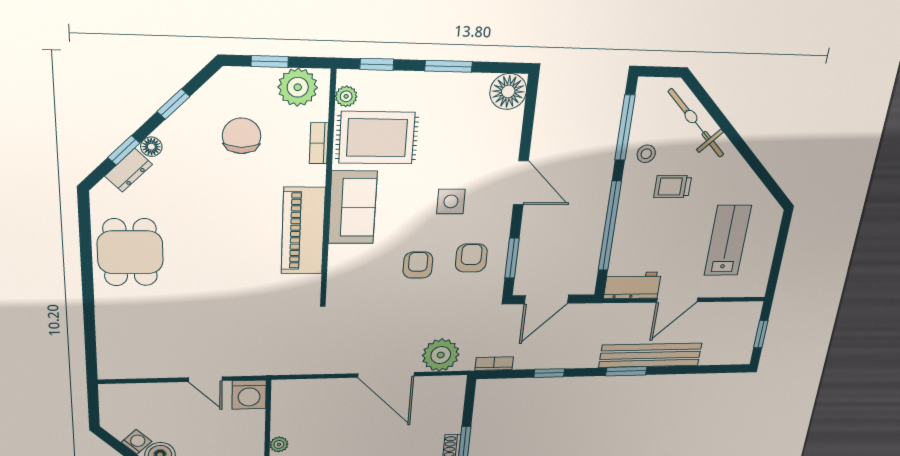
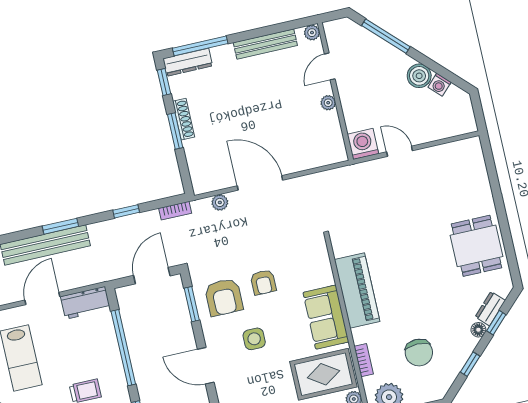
armchair: (471, 258) -> (224, 297), width x1.38, depth x1.38
plant: (441, 355) -> (220, 202), width x0.53, depth x0.53

